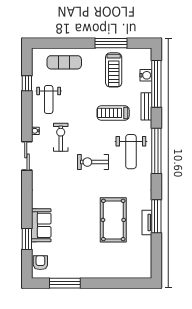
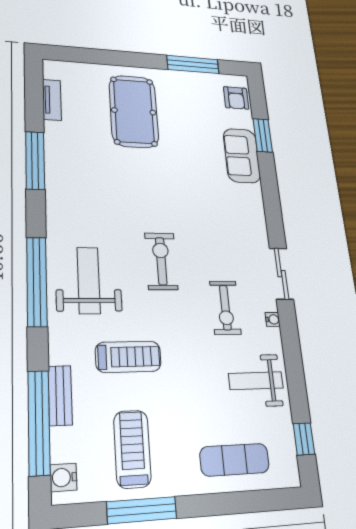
water cooler: (146, 75) -> (63, 477), moved
window: (27, 83) -> (304, 439), moved
weight bench: (49, 99) -> (256, 381), turned -90
bench: (146, 106) -> (60, 395), moved
exercise bike: (93, 162) -> (161, 261), turned -90
pool table: (113, 220) -> (134, 111), moved
tv unit: (147, 222) -> (52, 100), moved

